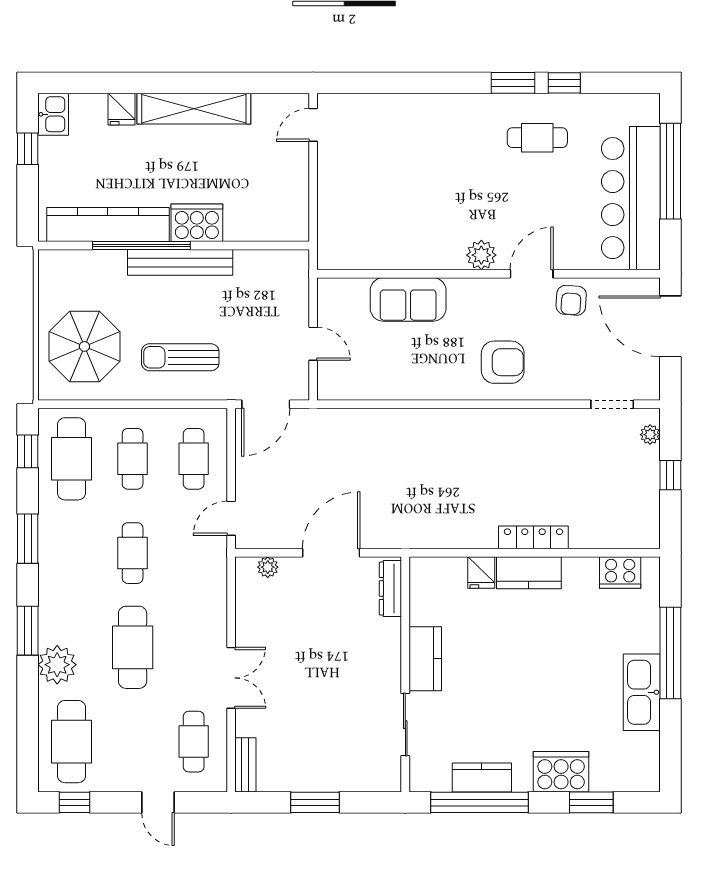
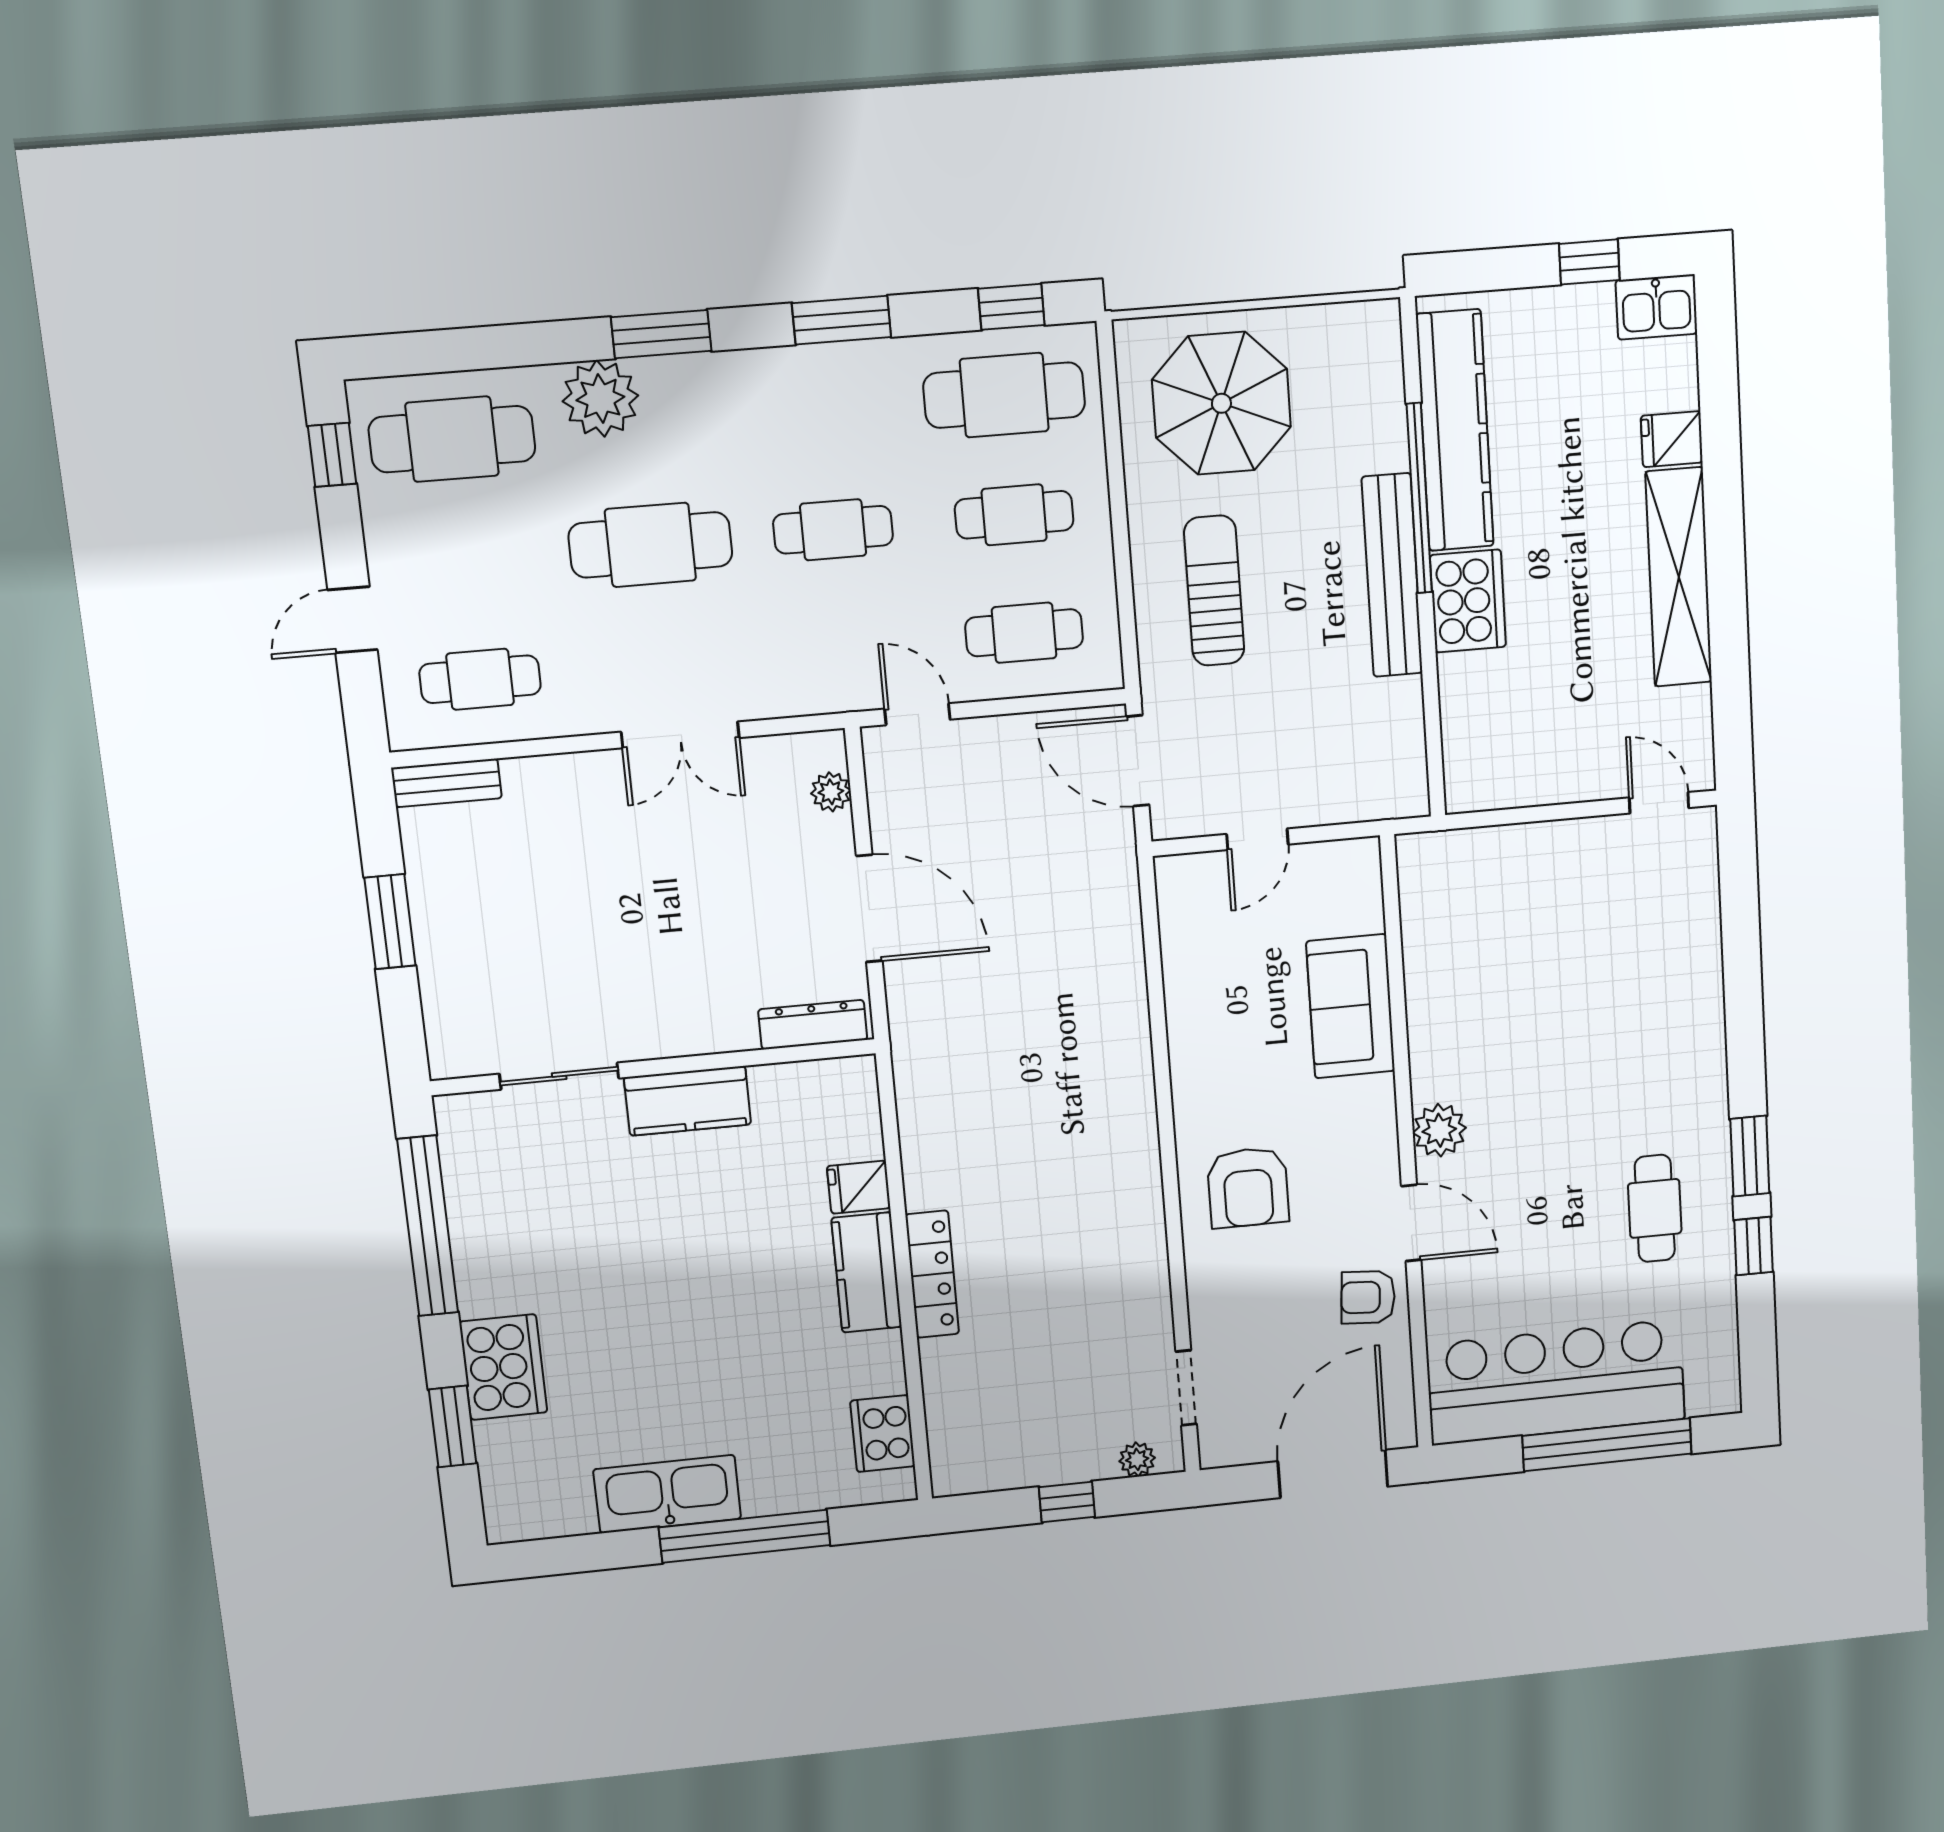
double door: (231, 678) -> (680, 735), moved
kitchen counter: (482, 778) -> (475, 1226), removed

